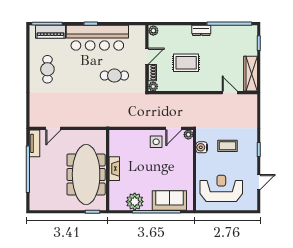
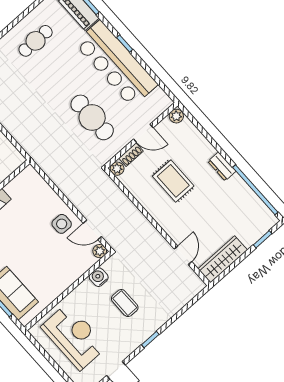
cafe table: (114, 76) -> (92, 117), width x1.37, depth x1.35

